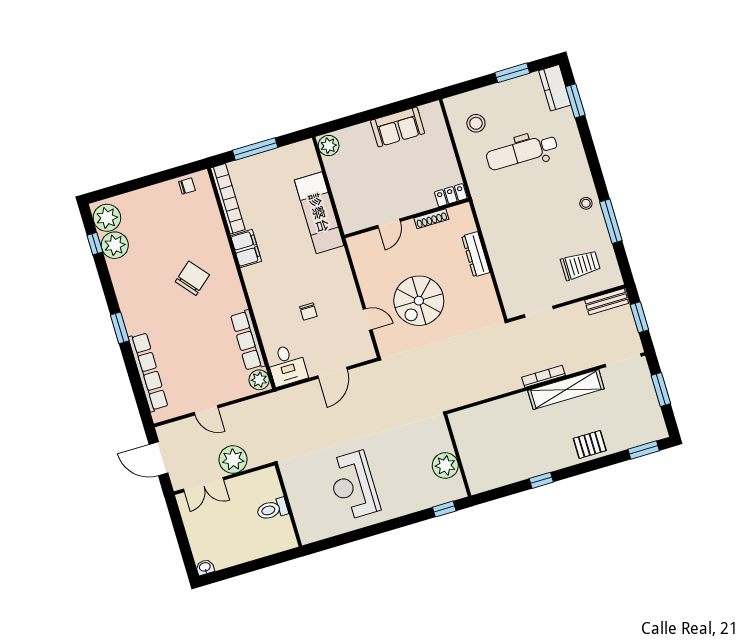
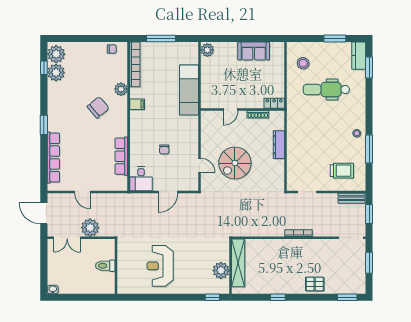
filing cabinet: (246, 249) -> (137, 104), width x0.50
plant: (259, 380) -> (121, 89), moved
shelving: (566, 390) -> (238, 263), moved, turned 90

